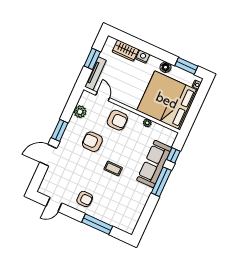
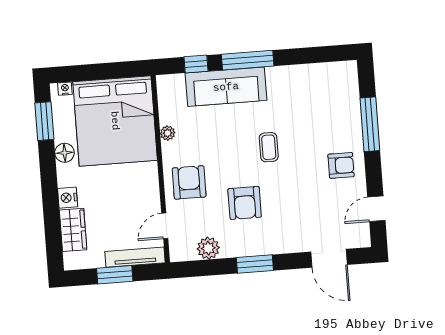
door: (48, 155) -> (329, 258), moved
armchair: (85, 199) -> (341, 165), turned 90
door: (54, 205) -> (376, 209), swing flipped

